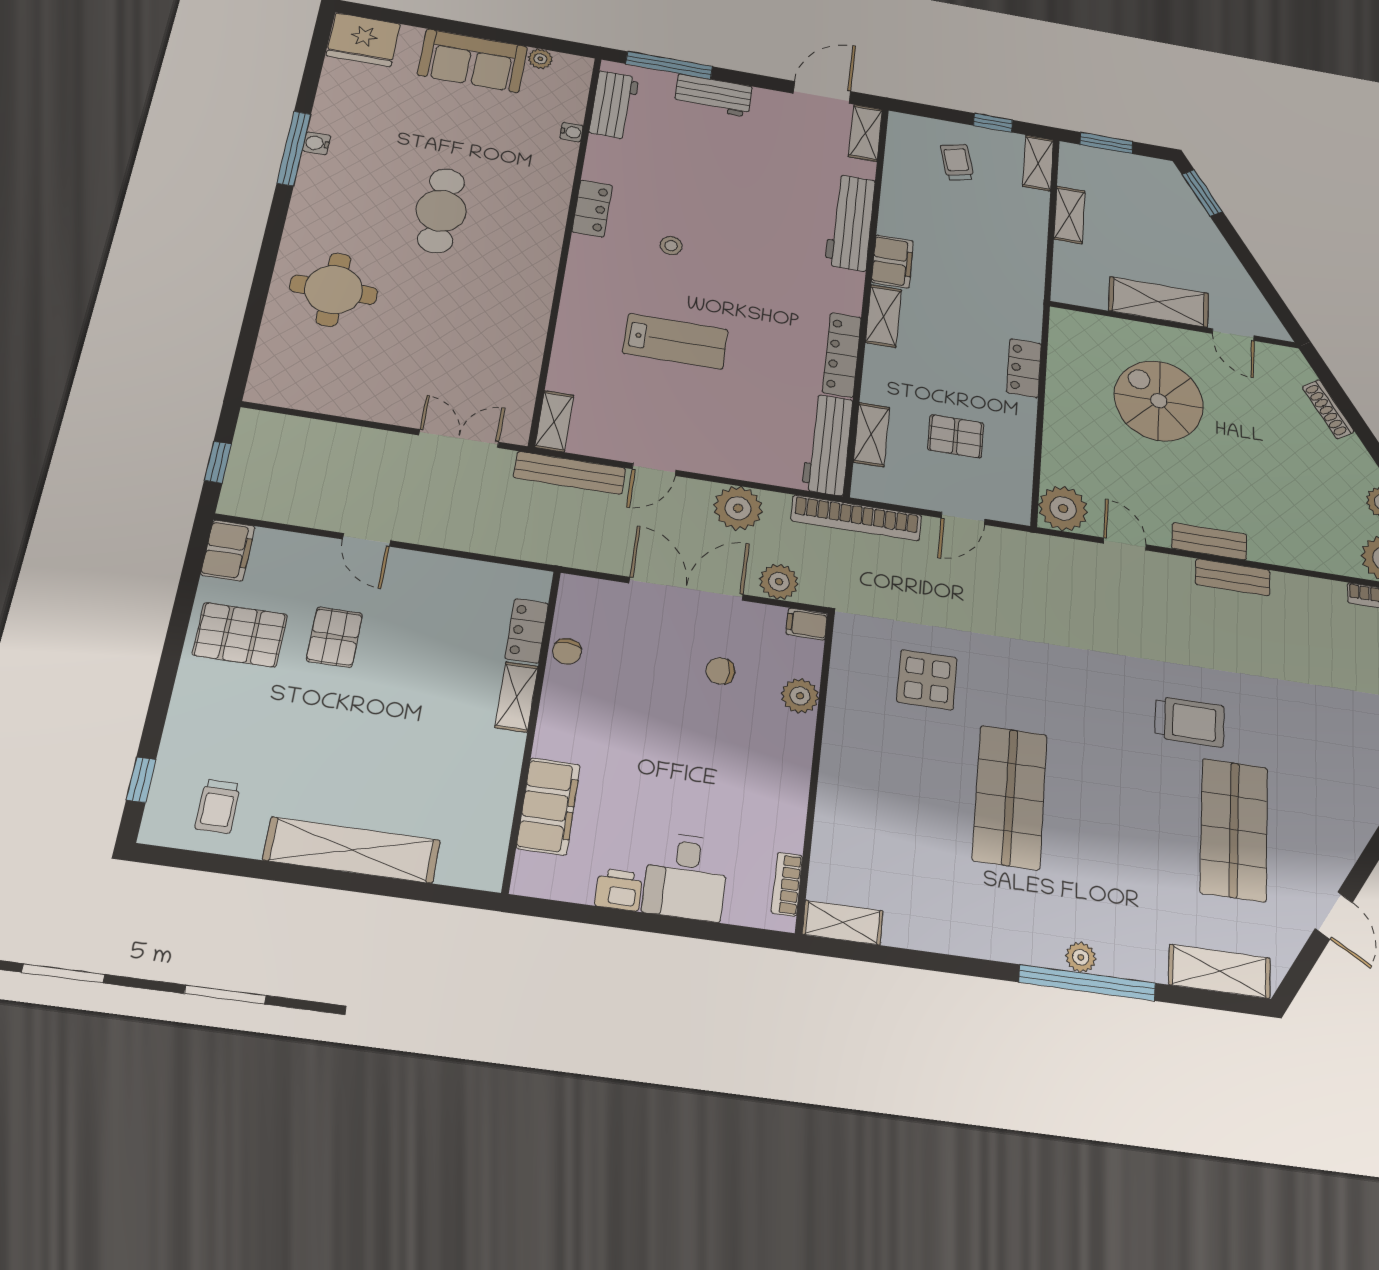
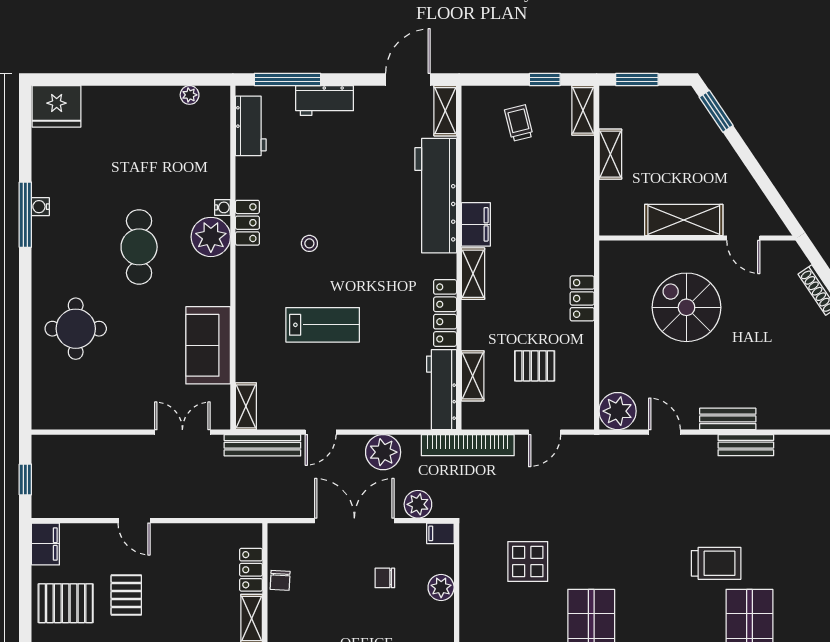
sofa: (473, 61) -> (208, 345), moved, turned 90
water cooler: (572, 132) -> (223, 207), moved
plant: (540, 216) -> (211, 237), added
workbench: (850, 222) -> (436, 196), width x1.36, depth x1.32

